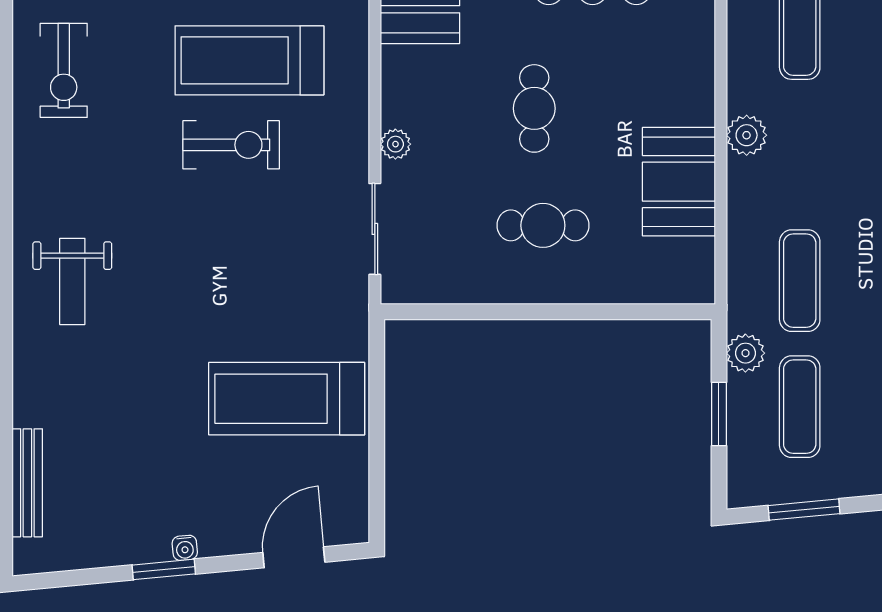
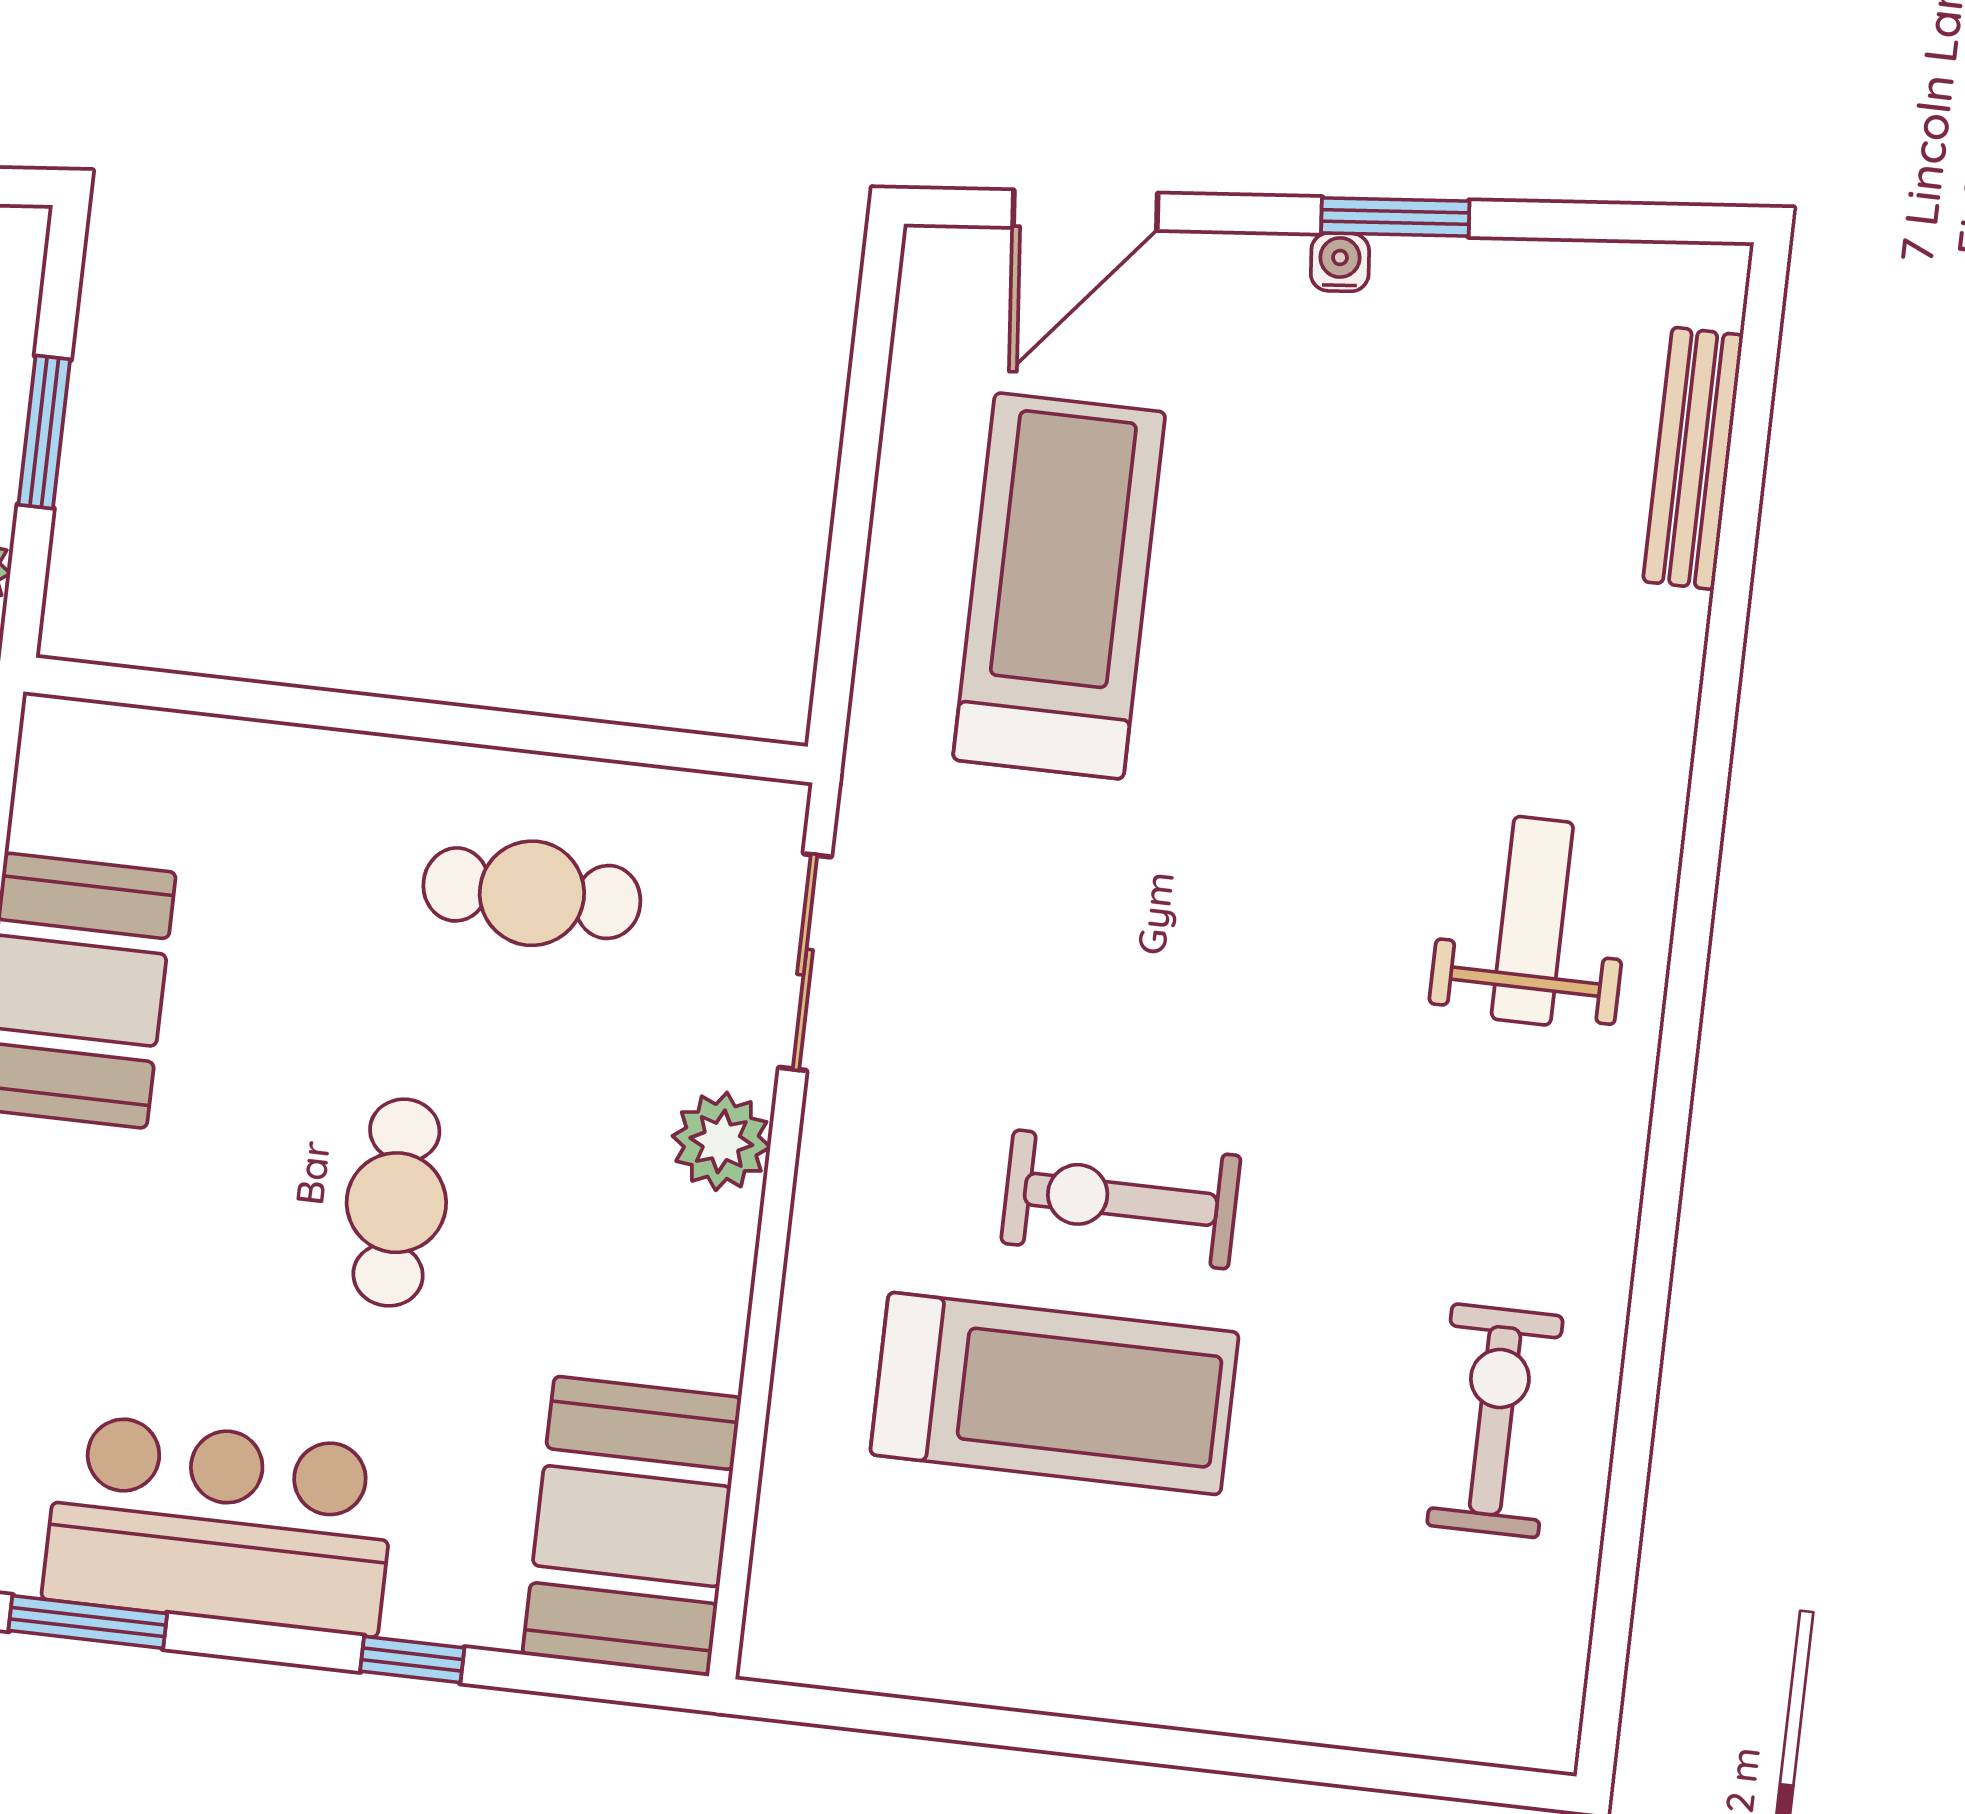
plant: (395, 144) -> (721, 1141), width x1.38, depth x1.38
cafe table: (543, 225) -> (532, 893), moved
treadmill: (287, 399) -> (1059, 586), turned -90

